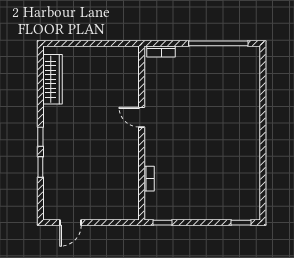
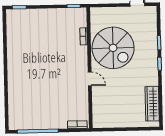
spiral stairs: (107, 161) -> (113, 48), added

